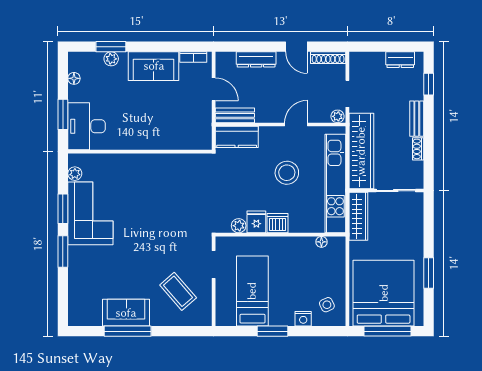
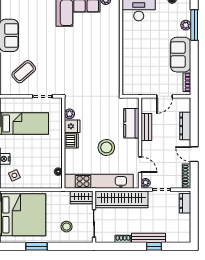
window: (111, 47) -> (194, 25), width x1.44
door: (296, 47) -> (194, 154), hinge flipped
dresser: (400, 60) -> (185, 203), moved
window: (429, 84) -> (154, 246), moved
bench: (235, 115) -> (146, 127), moved
bench: (417, 119) -> (149, 238), width x1.36
door: (296, 124) -> (140, 165), moved
kitchen counter: (237, 137) -> (131, 123), moved
wardrobe: (358, 216) -> (82, 197), width x0.67
stool: (400, 230) -> (67, 227), added

